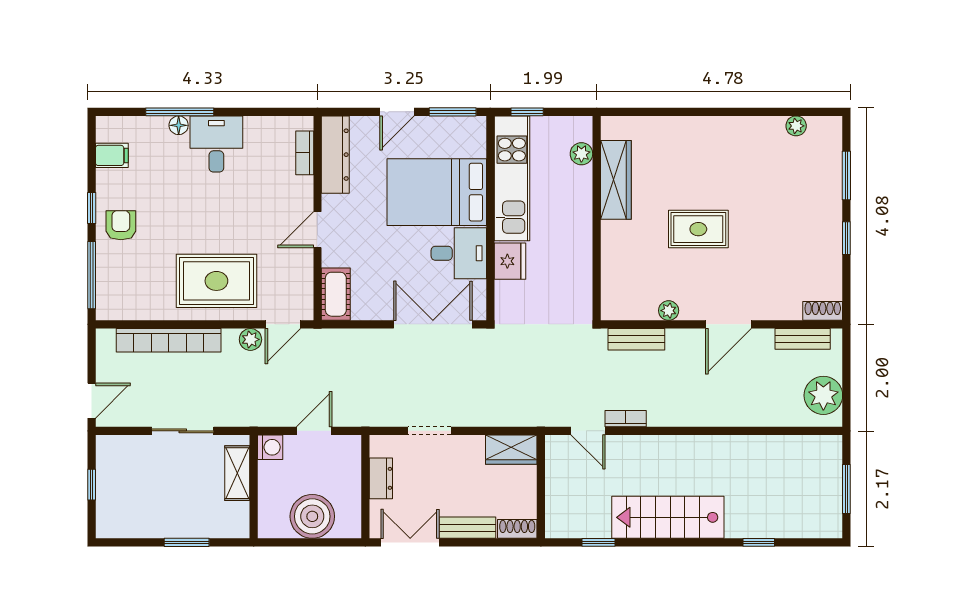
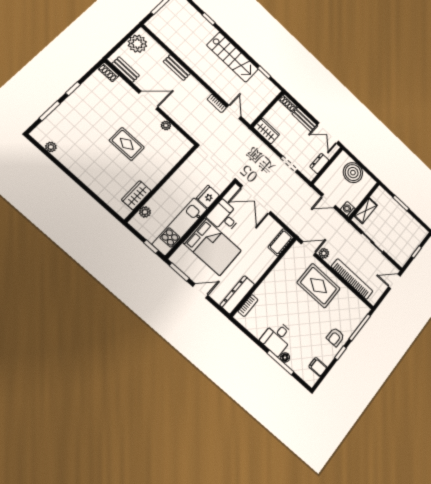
wardrobe: (616, 180) -> (136, 195), width x0.67
door: (317, 230) -> (267, 272), removed
bench: (636, 339) -> (177, 68), moved

